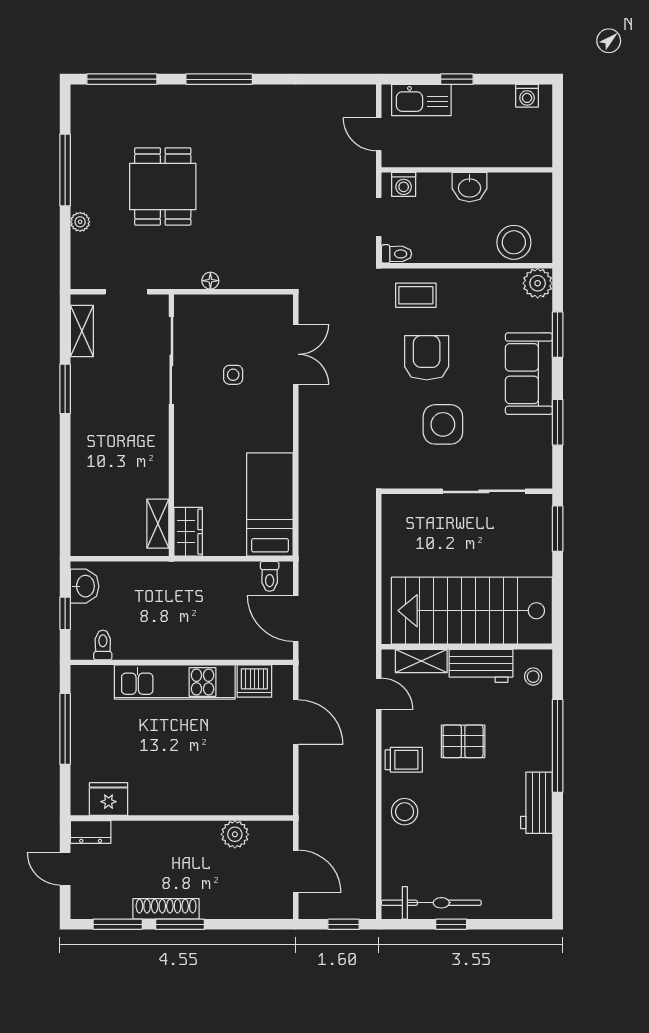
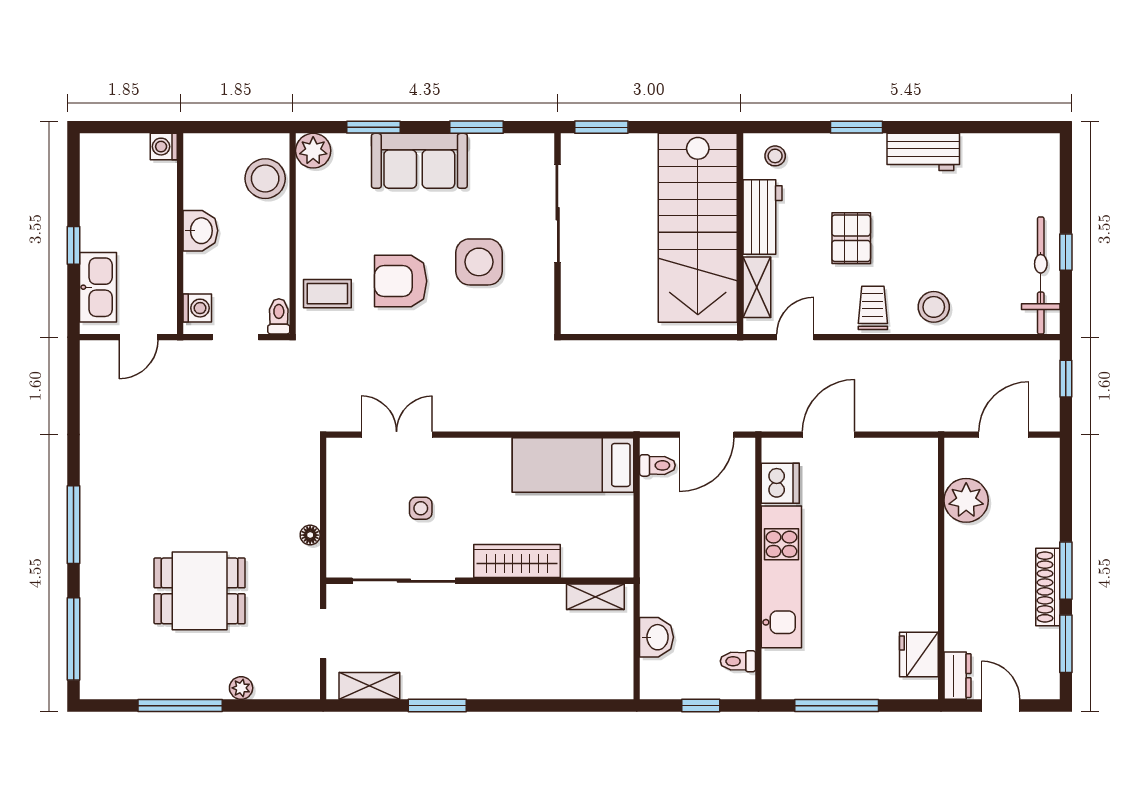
washing machine: (527, 96) -> (164, 147), moved, turned 180
coffee table: (416, 295) -> (327, 294), turned 90
wardrobe: (188, 532) -> (517, 561), moved, width x1.50
washbasin: (85, 586) -> (657, 637), moved, turned 90
window: (558, 746) -> (856, 127), width x0.47
plant: (235, 834) -> (966, 500), width x1.36, depth x1.36
door: (65, 869) -> (1001, 706), swing flipped

